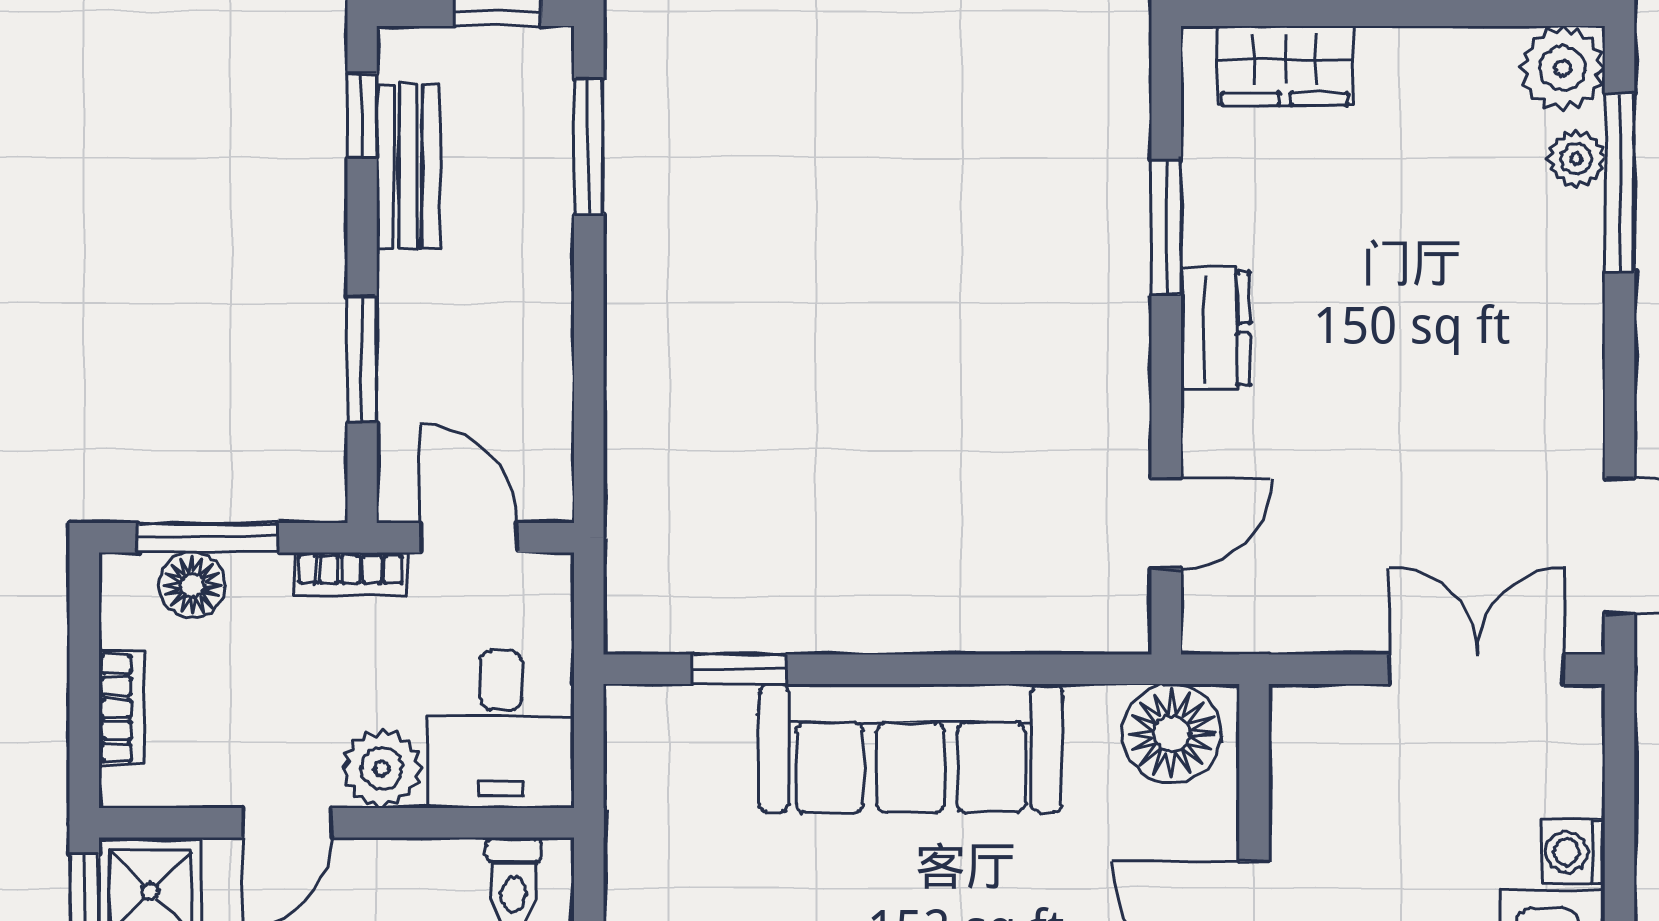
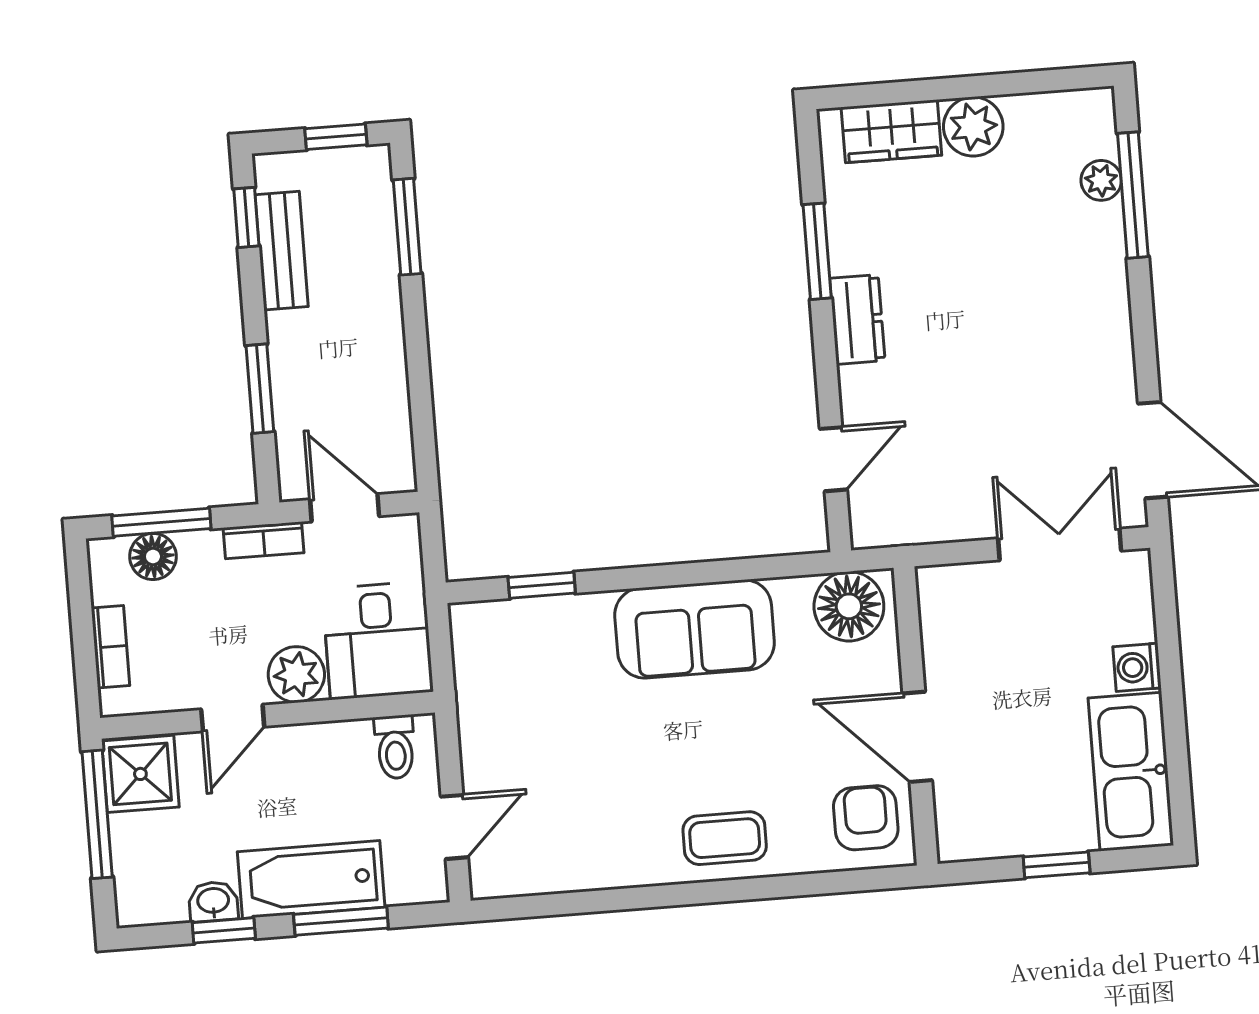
plant: (1563, 68) -> (973, 127), moved
sofa: (911, 748) -> (695, 629), width x0.73

